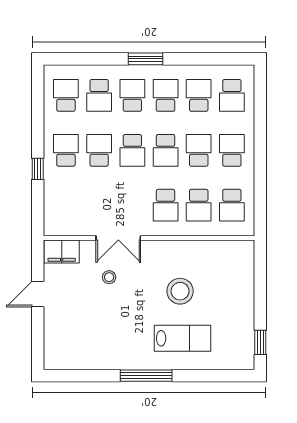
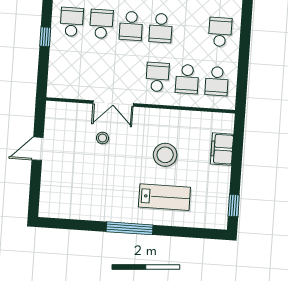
school desk: (199, 150) -> (190, 30), removed
school desk: (166, 205) -> (157, 77), turned 180
filing cabinet: (62, 252) -> (222, 149), moved, turned 90

